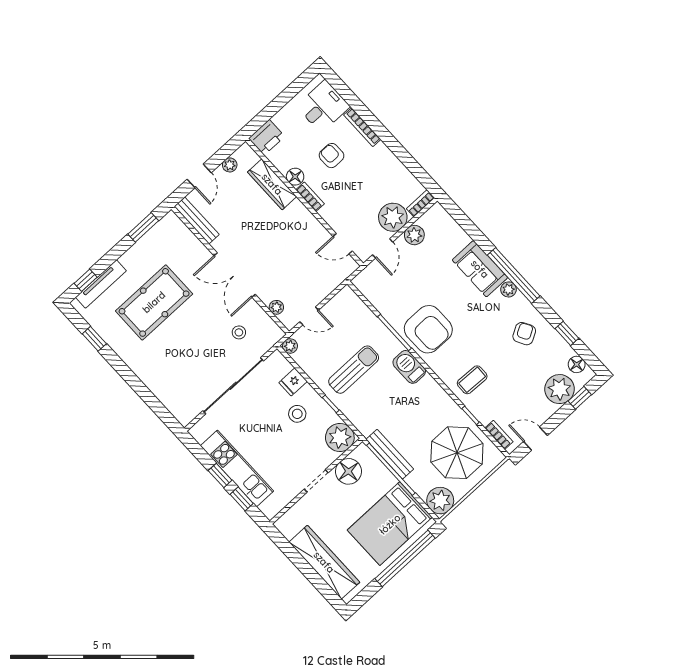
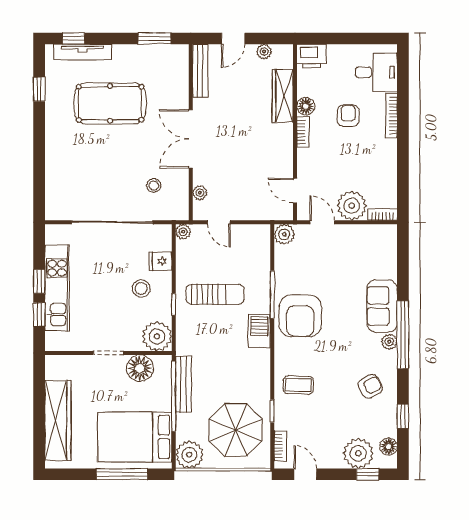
plant: (414, 235) -> (284, 234), moved
door: (383, 248) -> (322, 222), swing flipped
window: (405, 558) -> (122, 474), width x0.68

